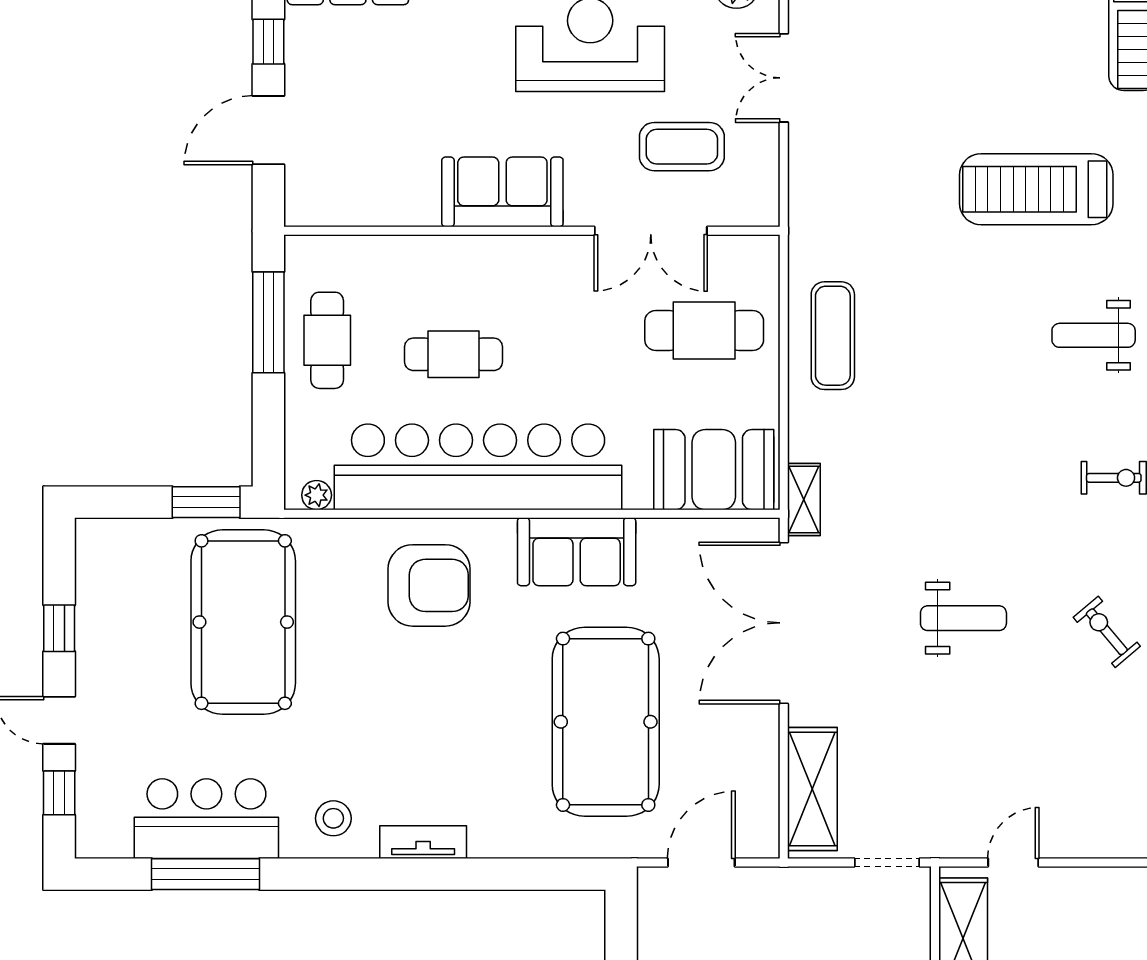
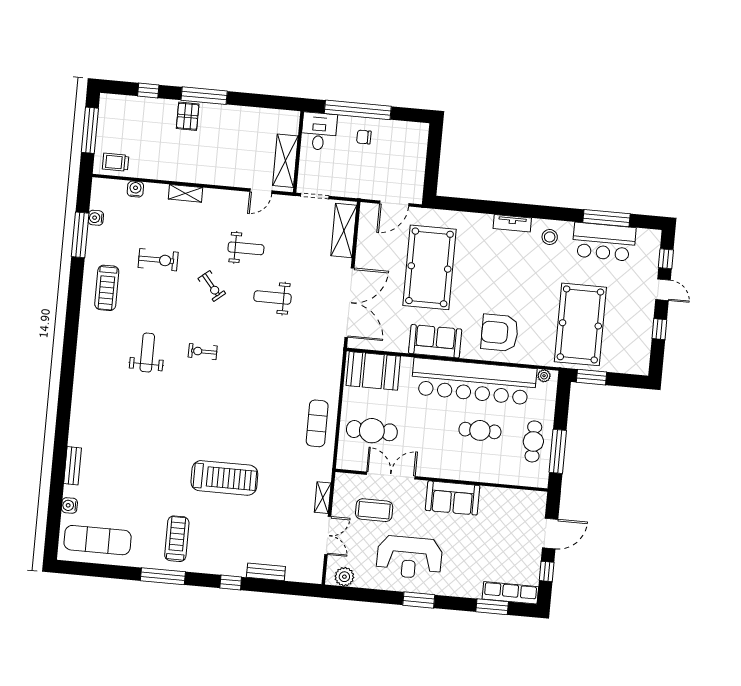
weight bench: (1094, 335) -> (246, 248), moved
shelving: (804, 500) -> (323, 498), moved

